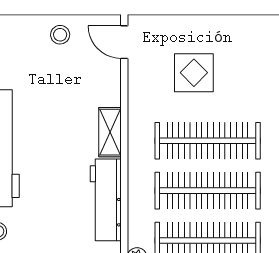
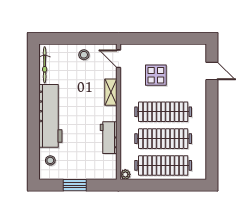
shelving: (110, 132) -> (111, 92), moved
workbench: (106, 200) -> (109, 138), width x0.73

